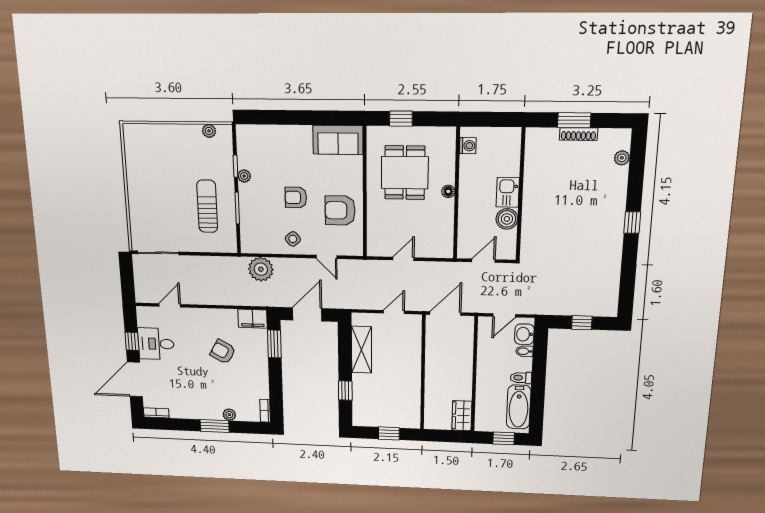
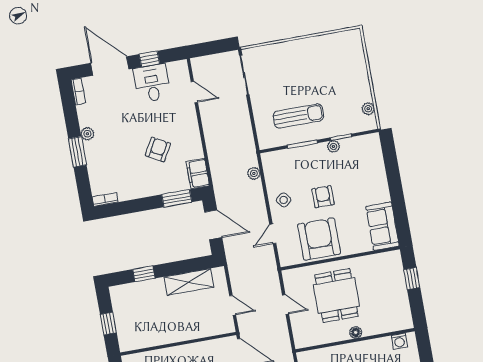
dining table: (405, 173) -> (336, 296), moved, turned 90
armchair: (340, 210) -> (319, 239), width x1.36, depth x1.36
plant: (261, 269) -> (254, 173), width x0.53, depth x0.53
plant: (229, 415) -> (87, 134), moved

